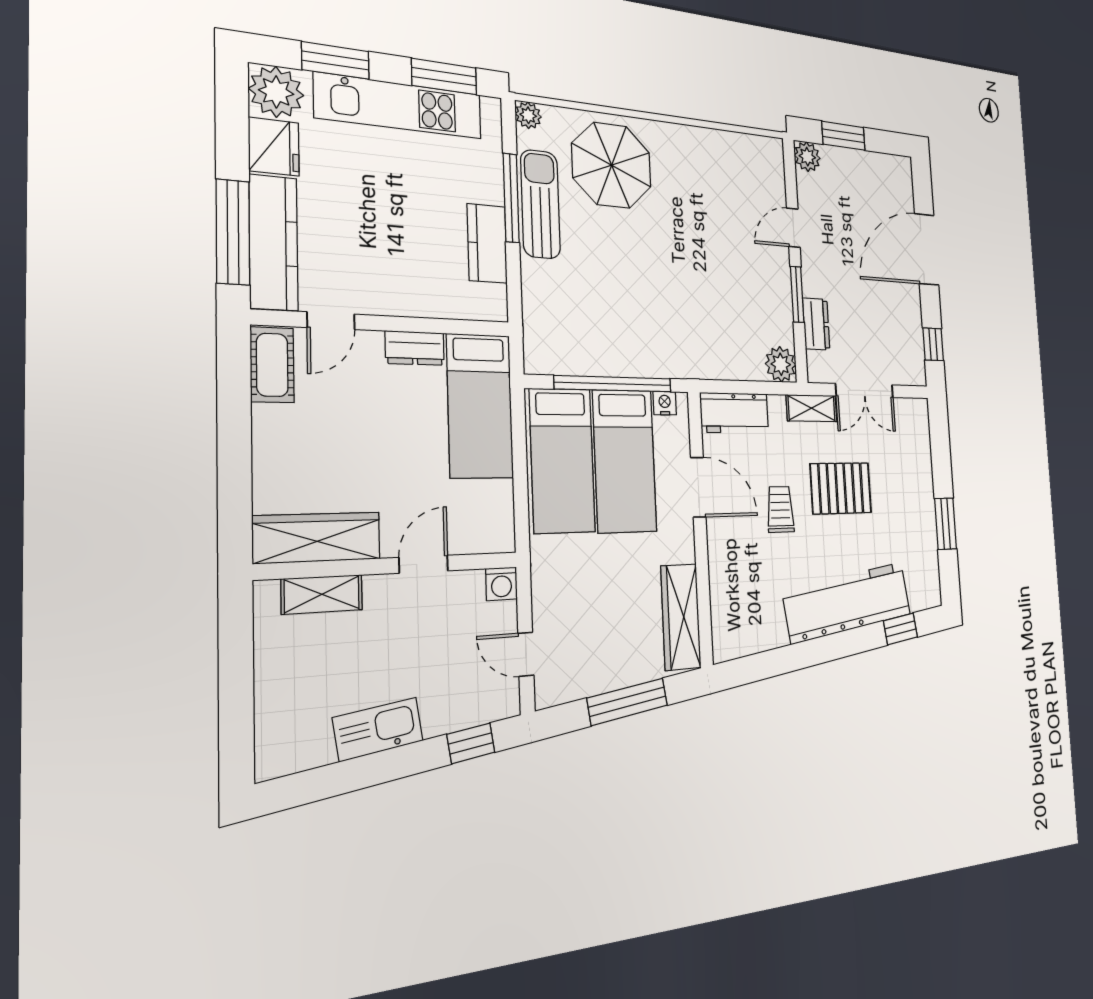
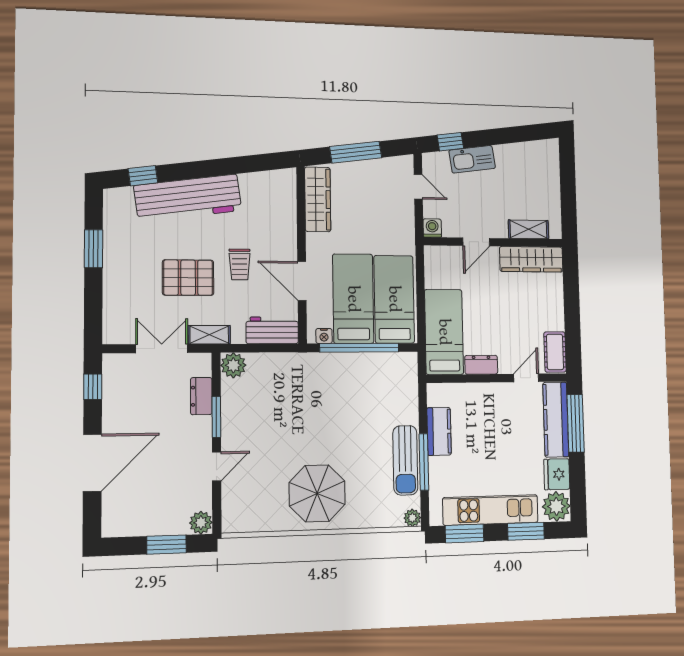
parasol: (612, 165) -> (317, 493), moved
kitchen sink: (378, 729) -> (472, 159), moved

